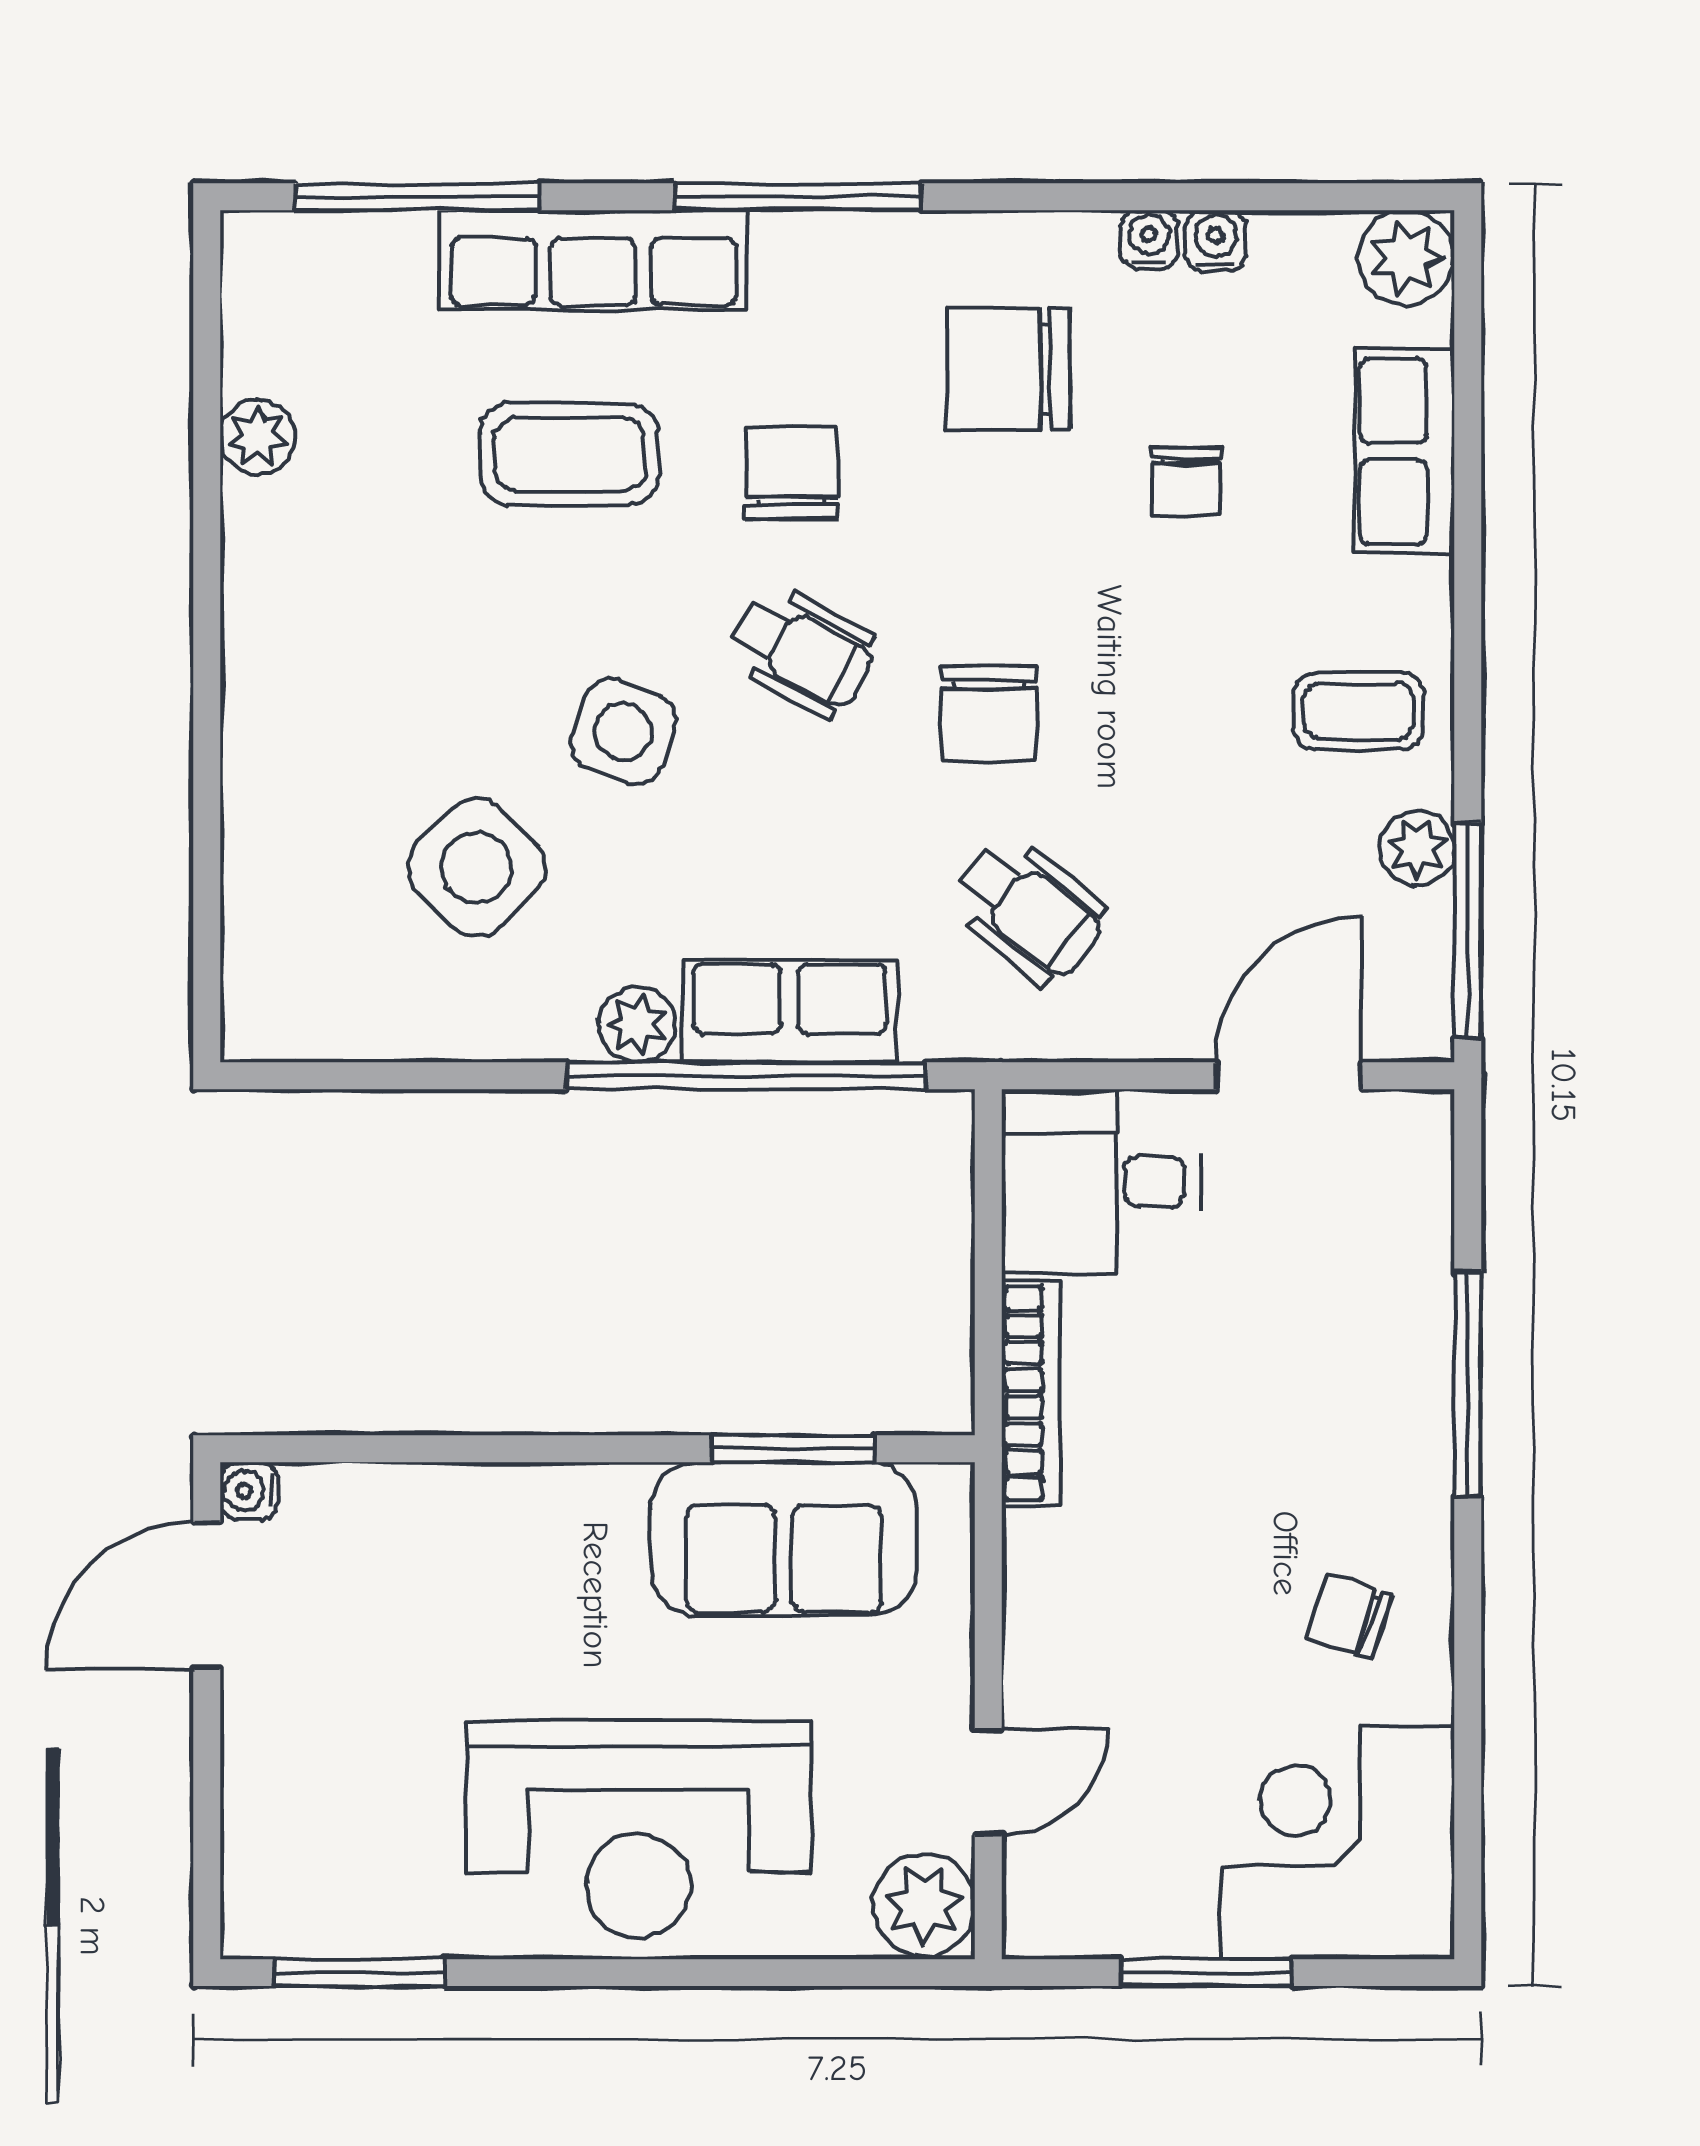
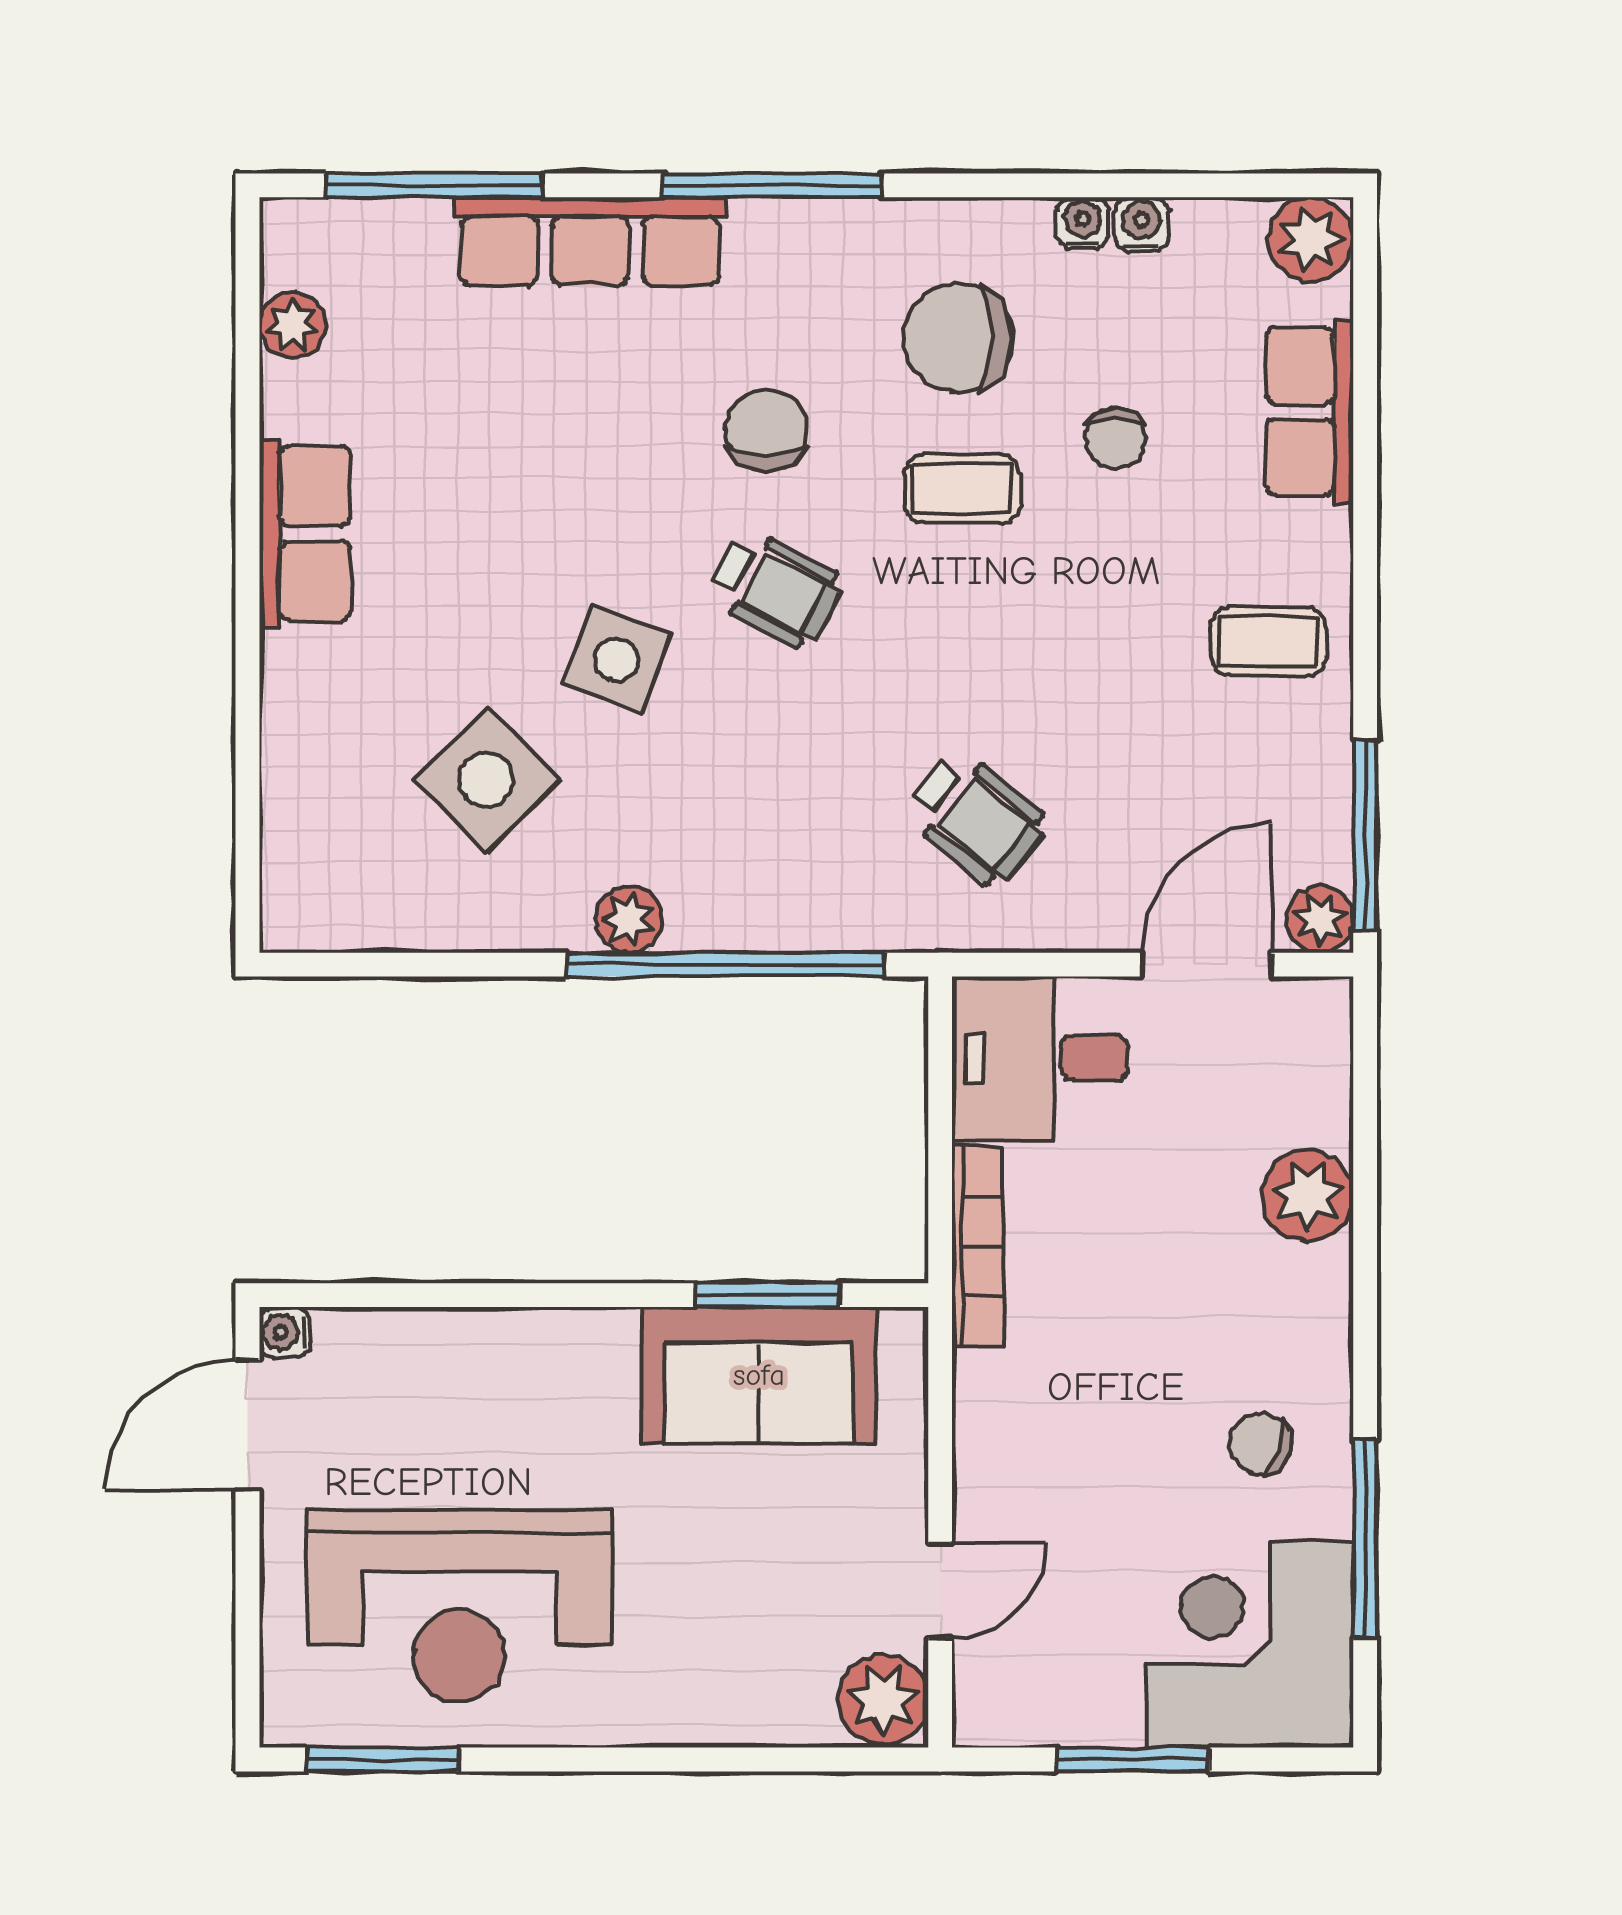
plant: (258, 437) -> (292, 325), moved
coffee table: (569, 454) -> (962, 489), moved, width x0.73, depth x0.77
chair: (989, 714) -> (941, 644), removed
plant: (1417, 848) -> (1320, 919), moved
row of seats: (790, 1011) -> (305, 533), moved, turned 90
plant: (1403, 1336) -> (1308, 1196), added
window: (1468, 1384) -> (1365, 1538), moved
reception desk: (638, 1829) -> (459, 1606), moved

